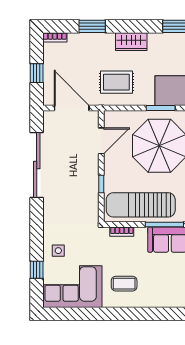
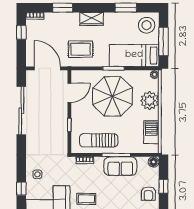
window: (37, 73) -> (21, 32), moved
sun lounger: (141, 205) -> (99, 140), width x0.73, depth x0.75

